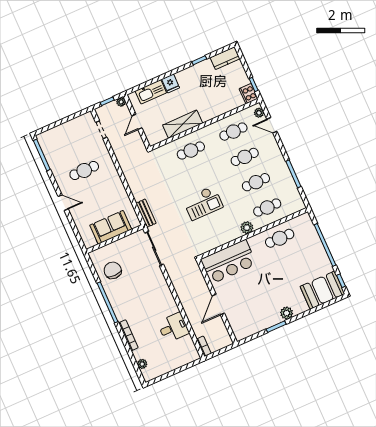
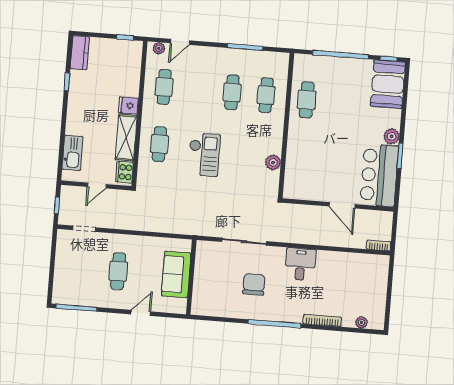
fridge: (171, 83) -> (128, 105), moved, turned 180
cooker: (249, 94) -> (124, 172), moved, turned 90
plant: (121, 102) -> (66, 191), removed
door: (137, 122) -> (97, 186), hinge flipped
cafe table: (245, 157) -> (198, 90), removed
checkout: (203, 203) -> (204, 155), moved
bench: (146, 213) -> (201, 230), removed
sofa: (111, 227) -> (176, 274), moved
plant: (247, 228) -> (273, 162), moved
wall: (115, 239) -> (191, 277), moved
bar counter: (228, 262) -> (379, 175), moved, turned 180
chair: (113, 270) -> (254, 284), moved, turned 90
desk: (173, 328) -> (300, 264), moved

